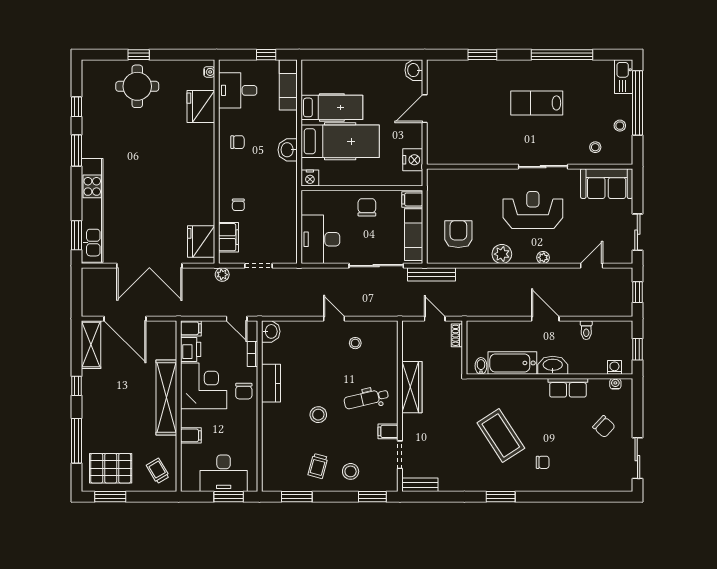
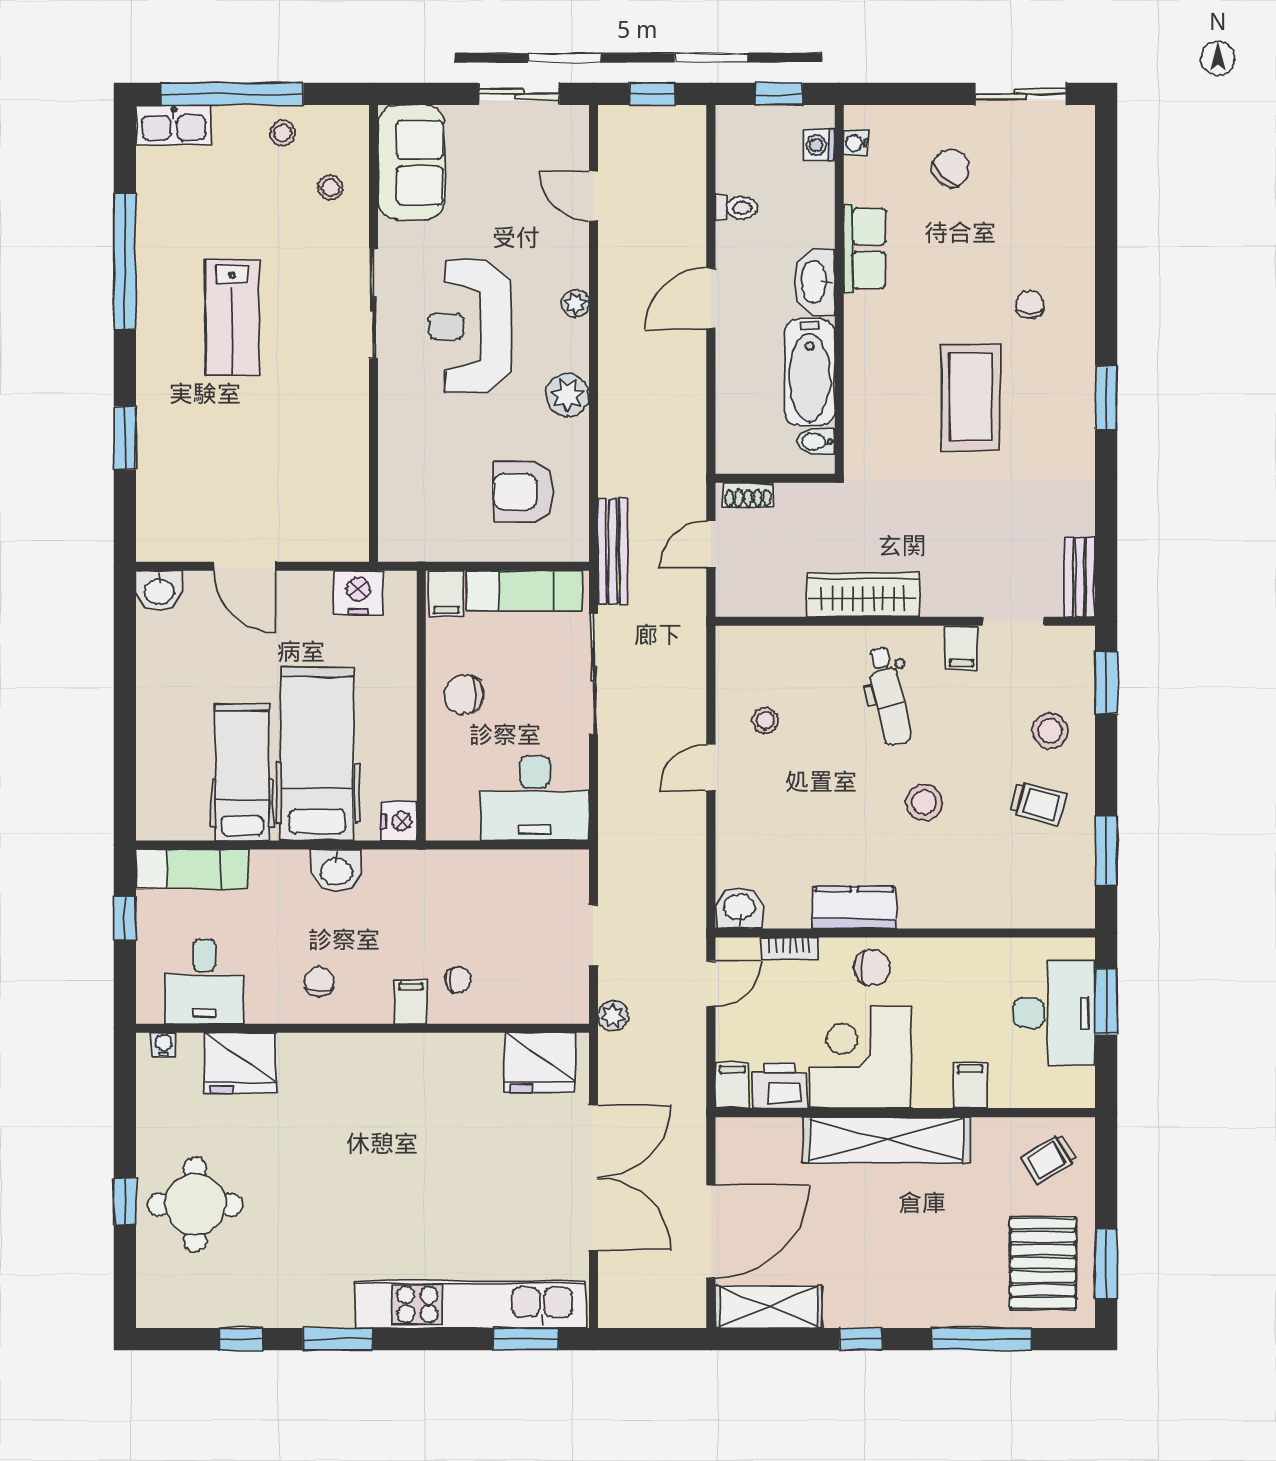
filing cabinet: (229, 237) -> (411, 1002), moved, width x0.50
coffee table: (501, 436) -> (971, 397), turned -57

